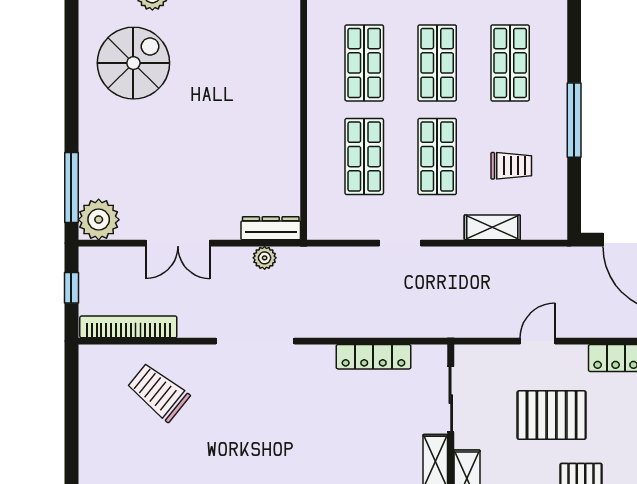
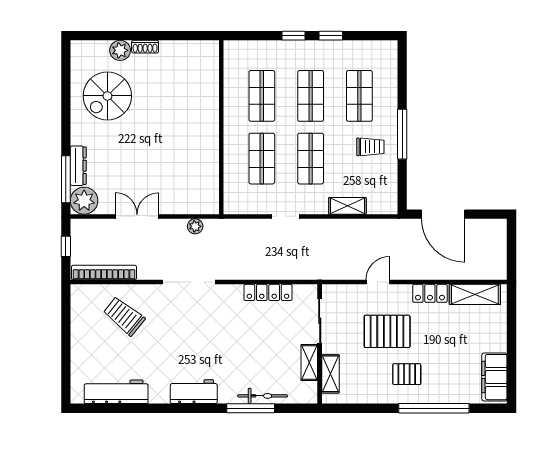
spiral stairs: (133, 63) -> (107, 96), turned 180
trolley: (511, 166) -> (370, 147), moved
dresser: (271, 228) -> (78, 166), moved, turned 90
double door: (178, 243) -> (137, 216), swing flipped

